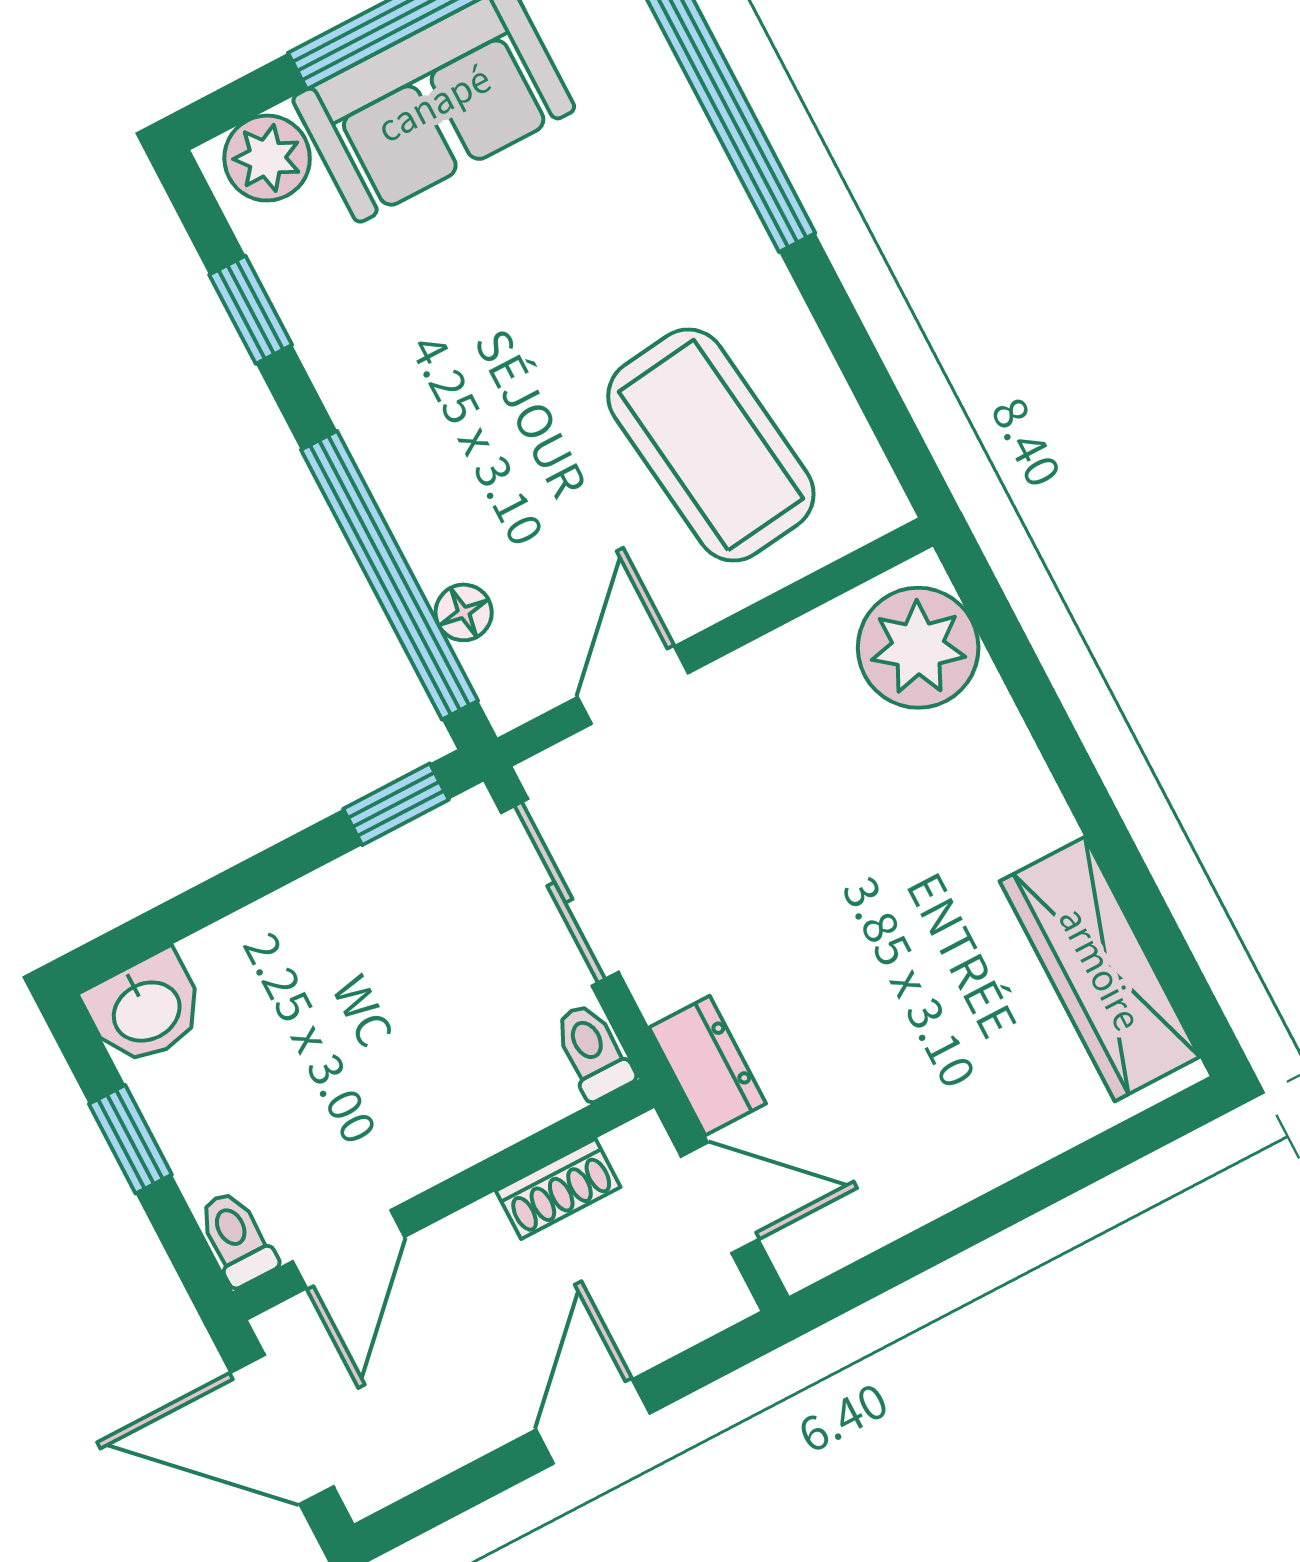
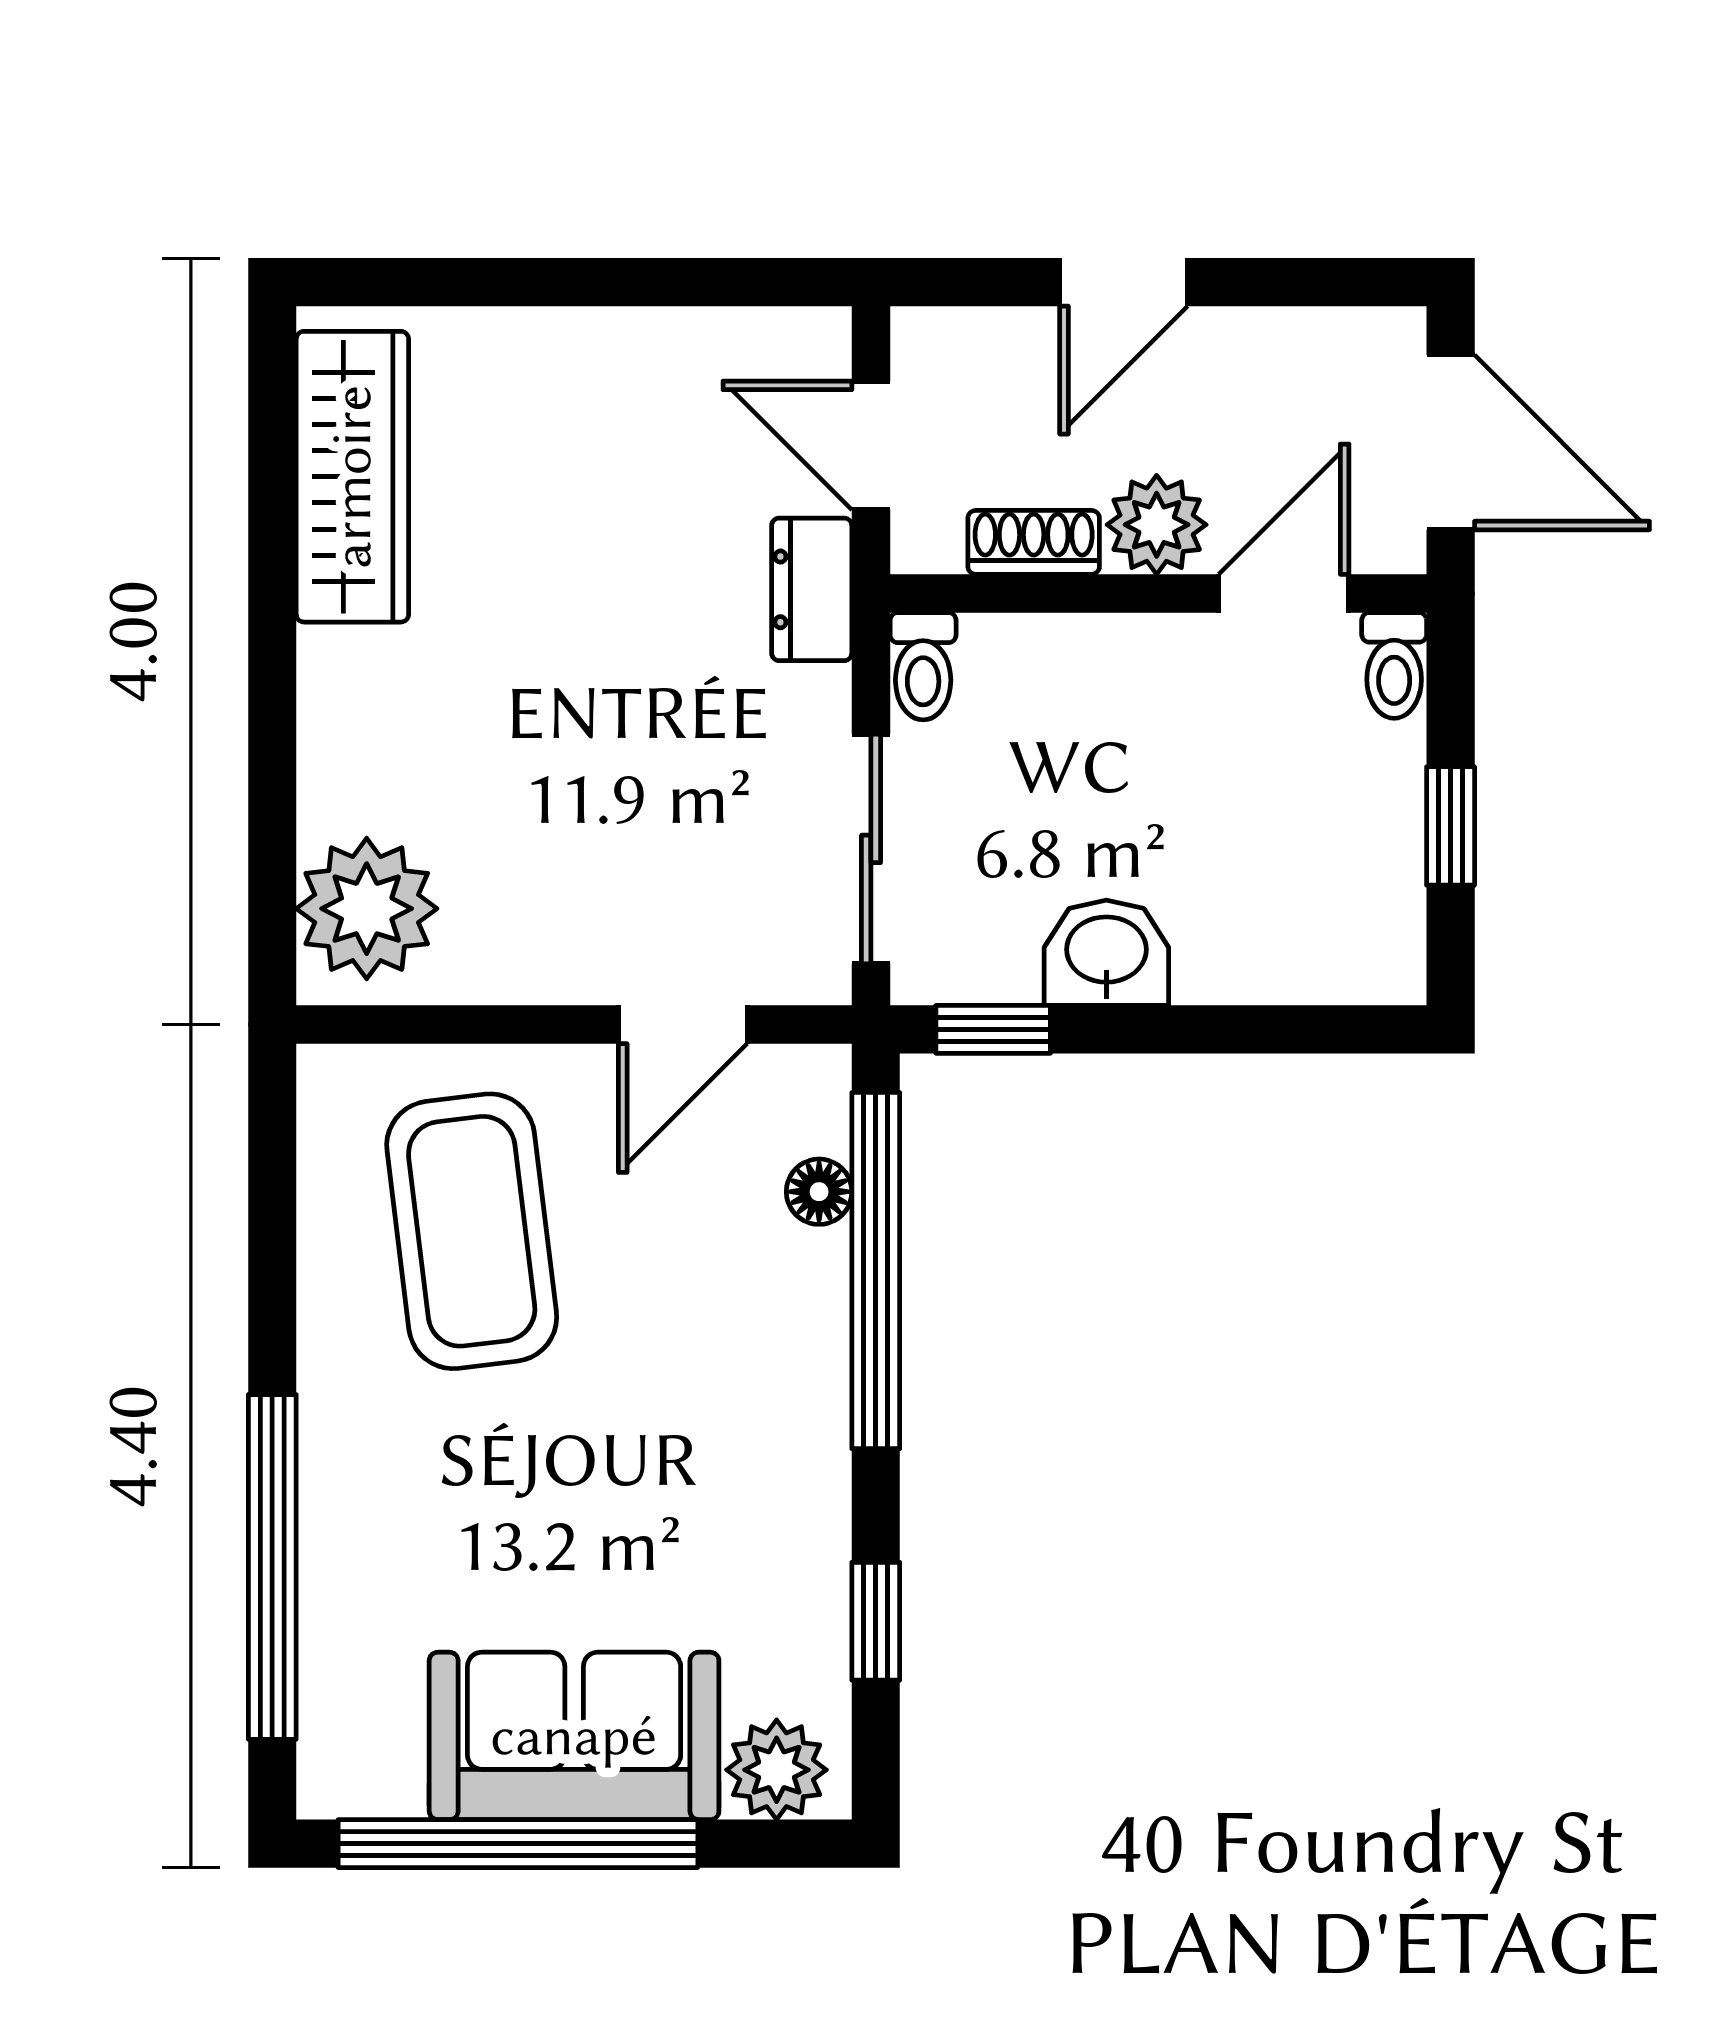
washbasin: (145, 1009) -> (1106, 953), moved
plant: (472, 1251) -> (1157, 525), added

